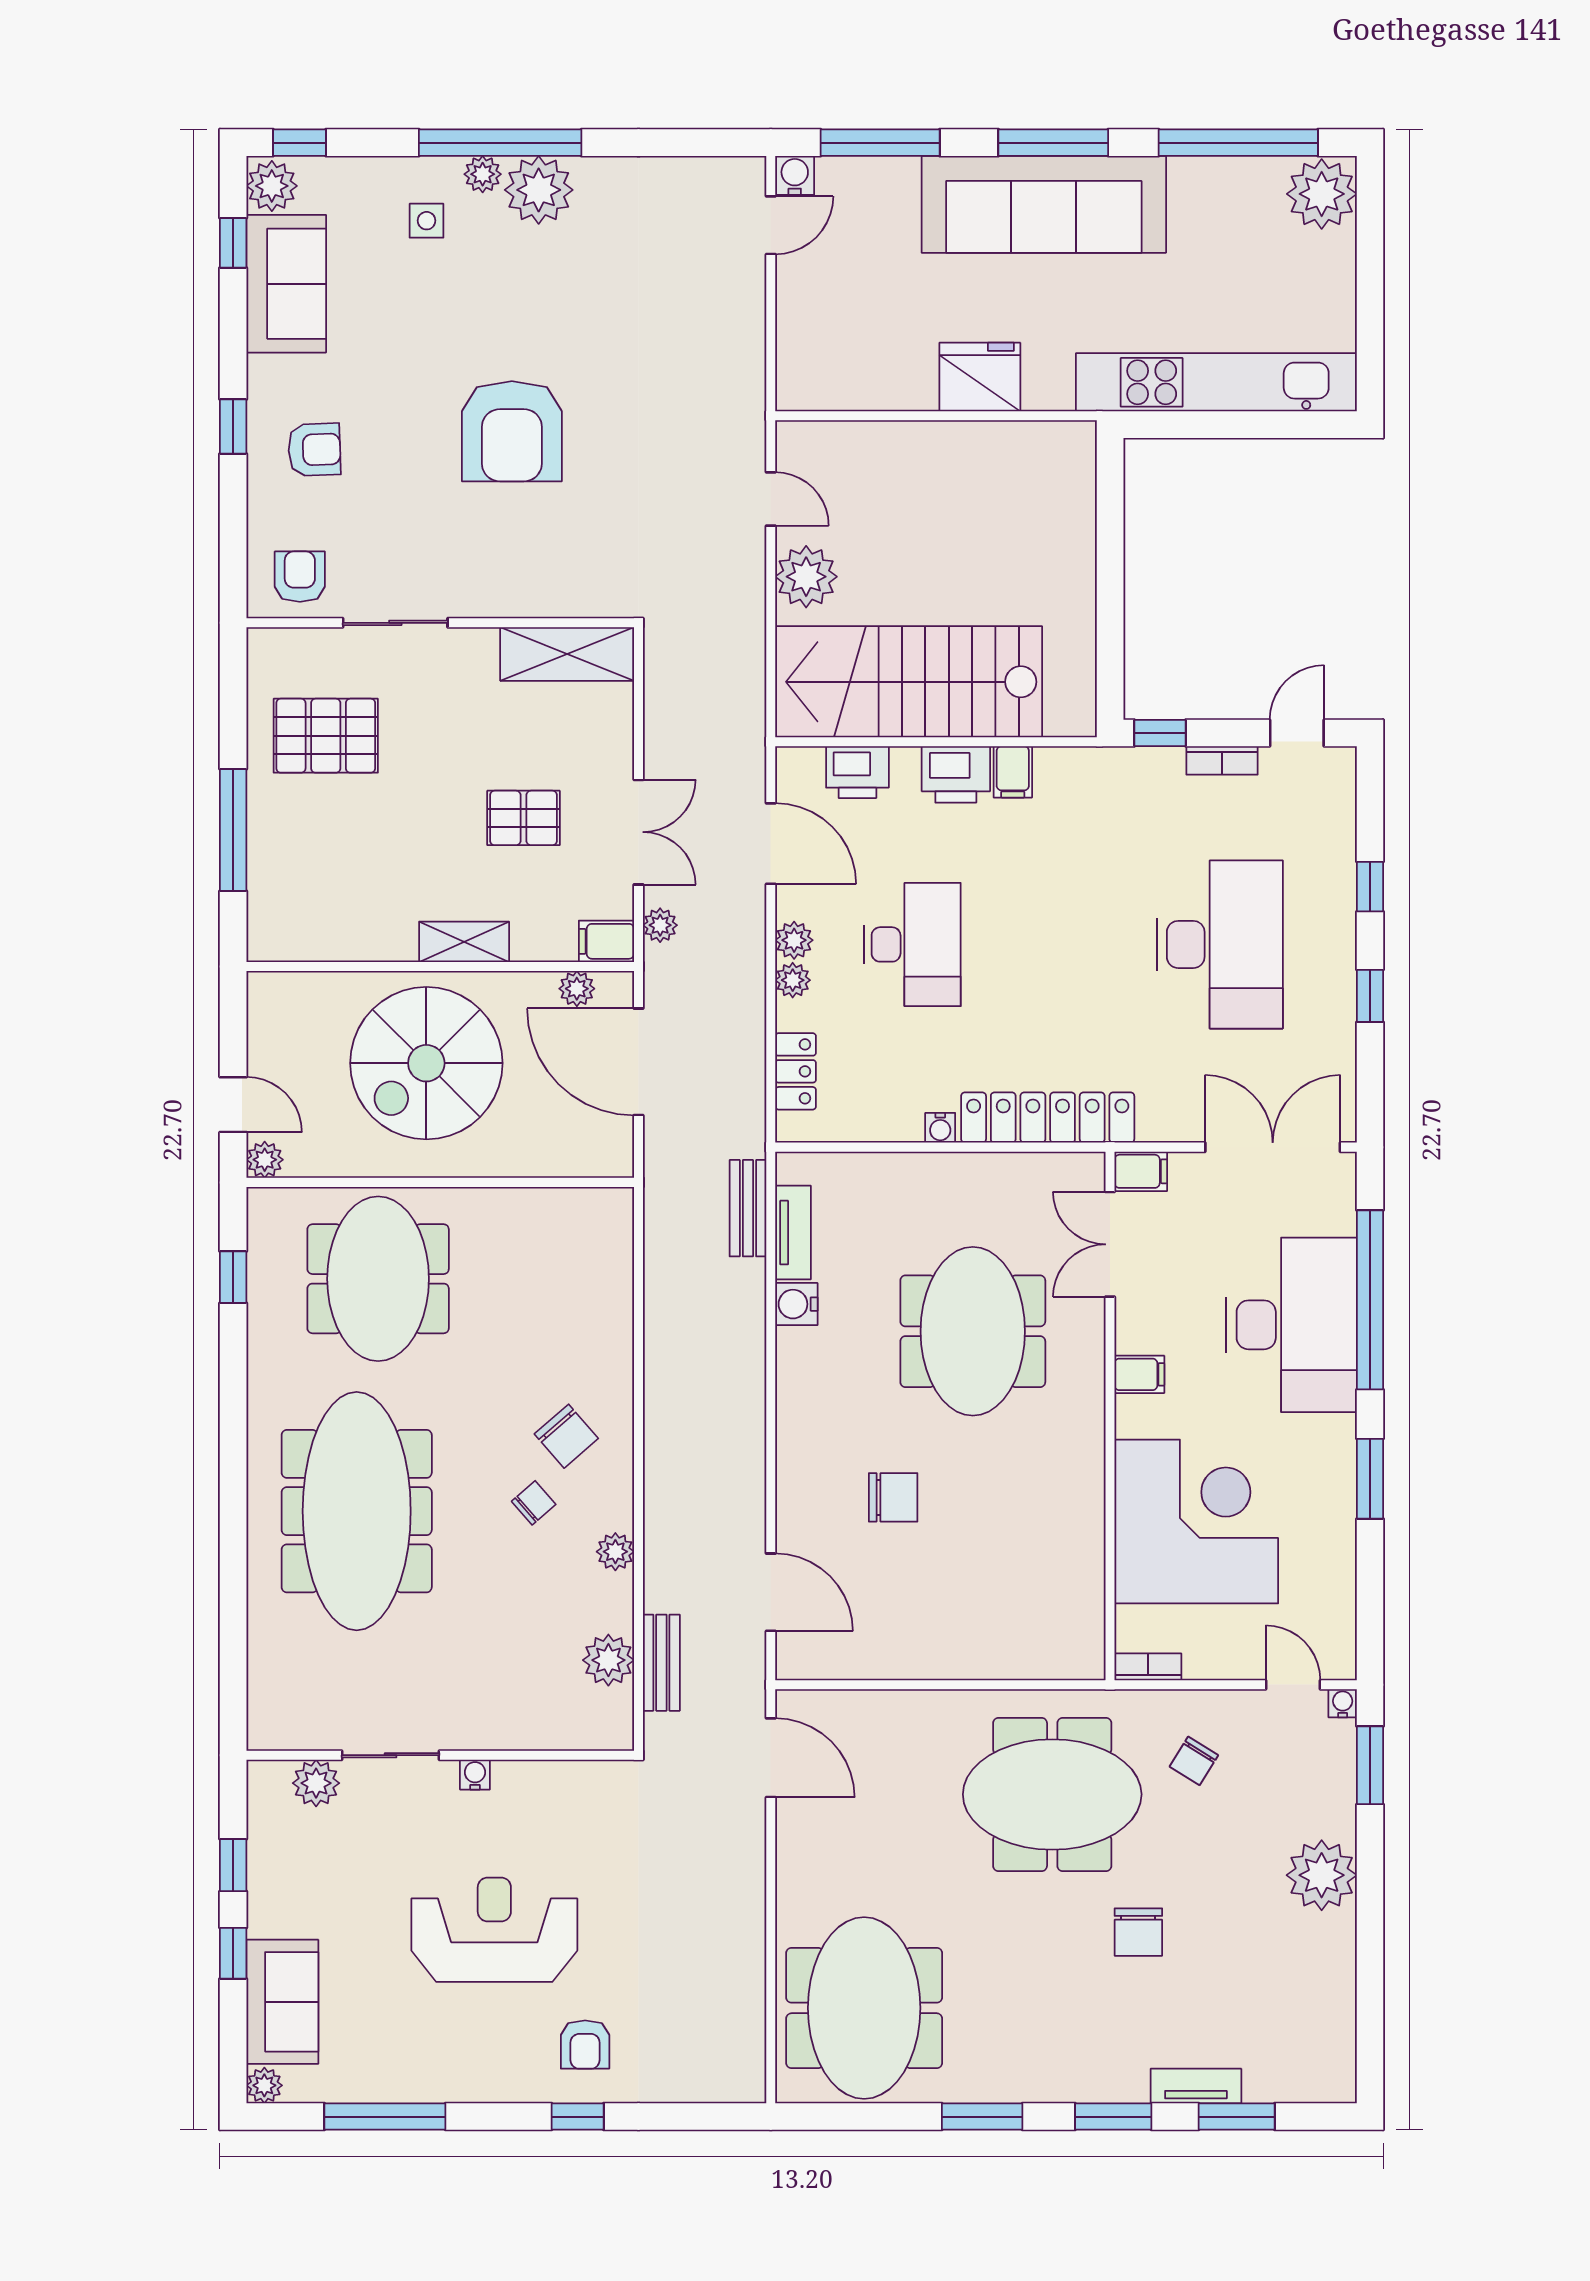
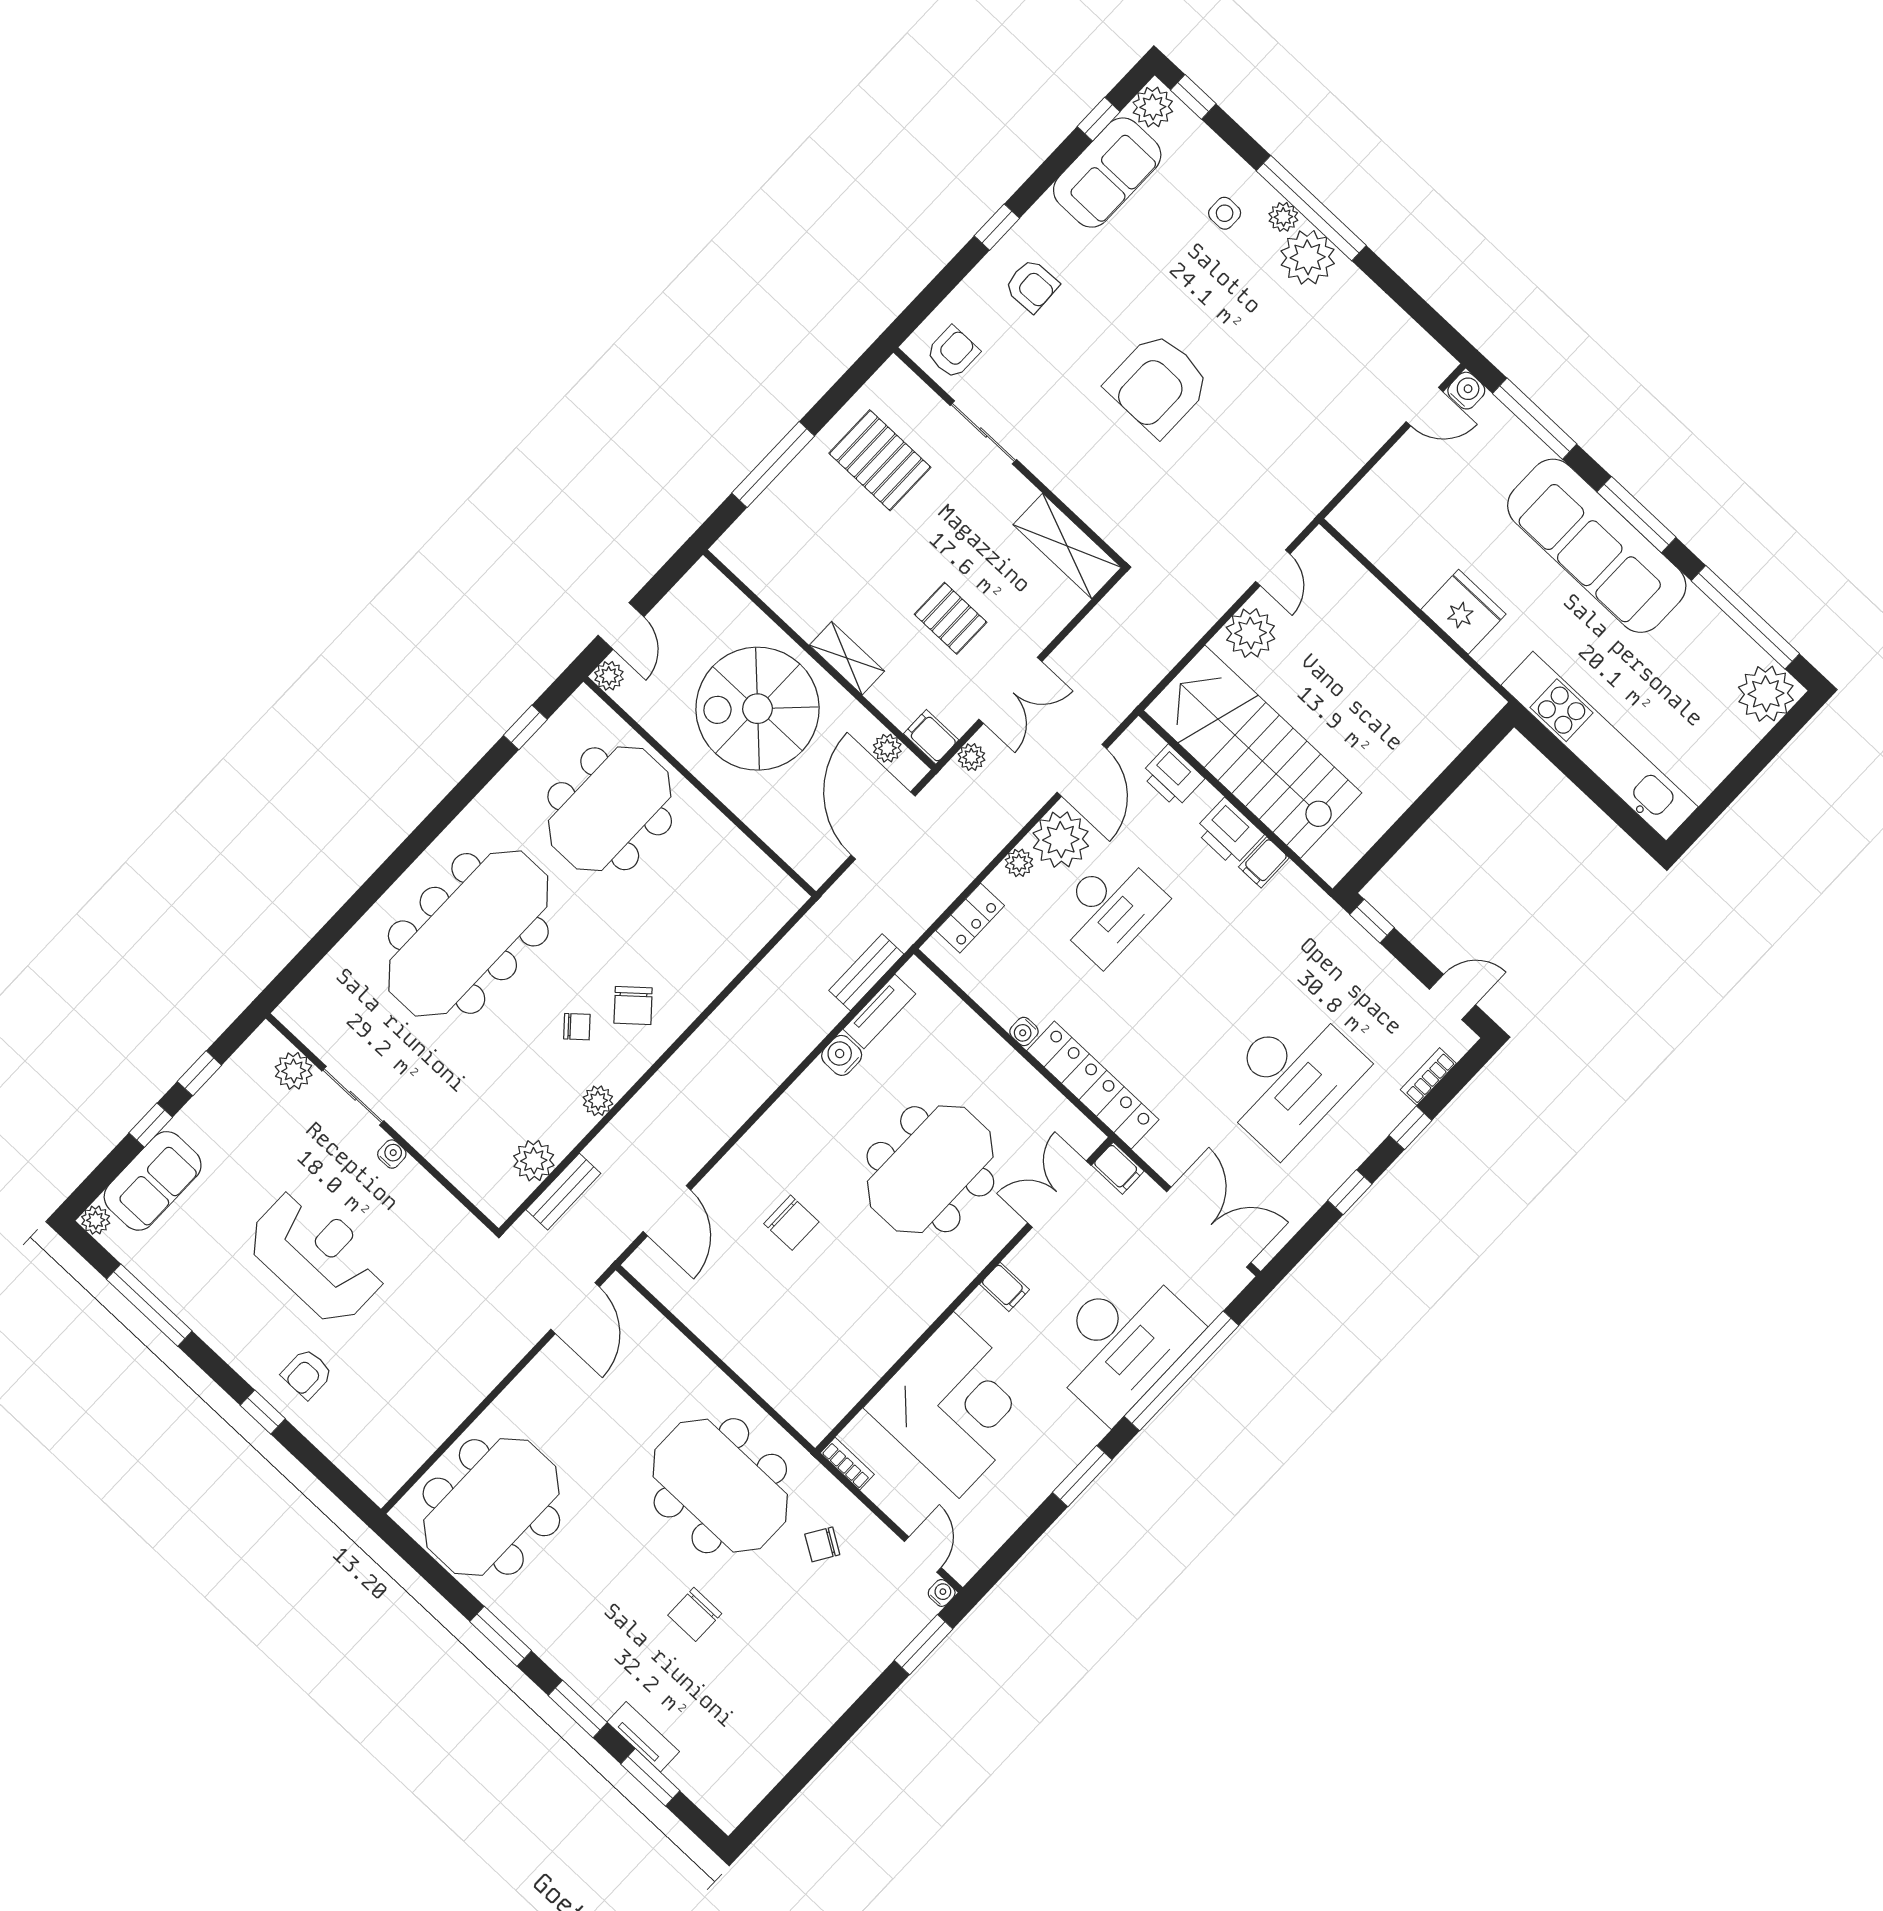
bookcase: (1222, 760) -> (1428, 1076), moved, turned 90
plant: (794, 940) -> (1061, 840), width x1.88, depth x1.88
plant: (1322, 1875) -> (834, 1682), removed

